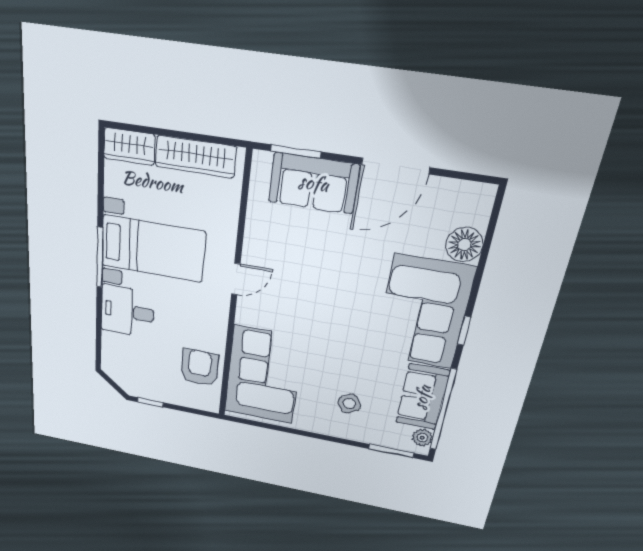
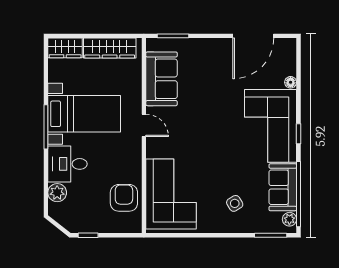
door: (396, 166) -> (253, 36), moved
sofa: (314, 183) -> (162, 79), moved, turned -90
floor lamp: (464, 245) -> (291, 82), width x0.53, depth x0.53
door: (236, 279) -> (144, 125), hinge flipped
plant: (113, 345) -> (57, 193), added

